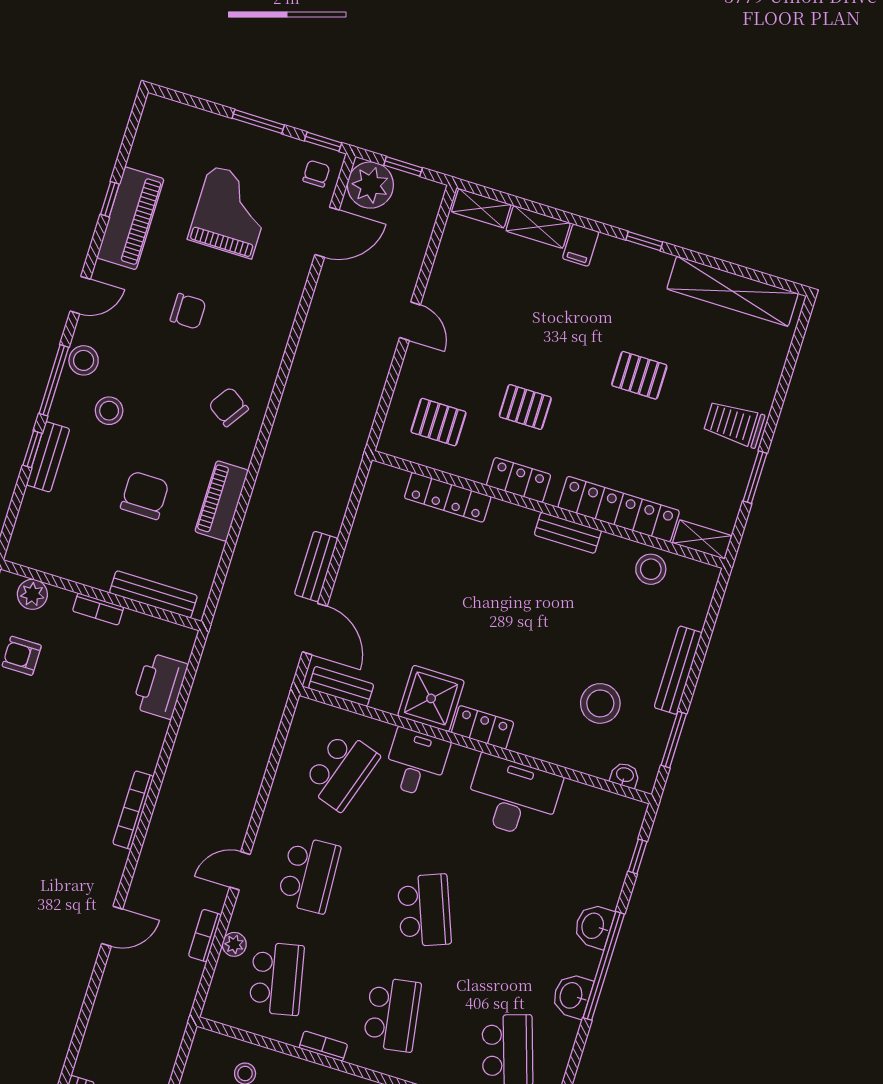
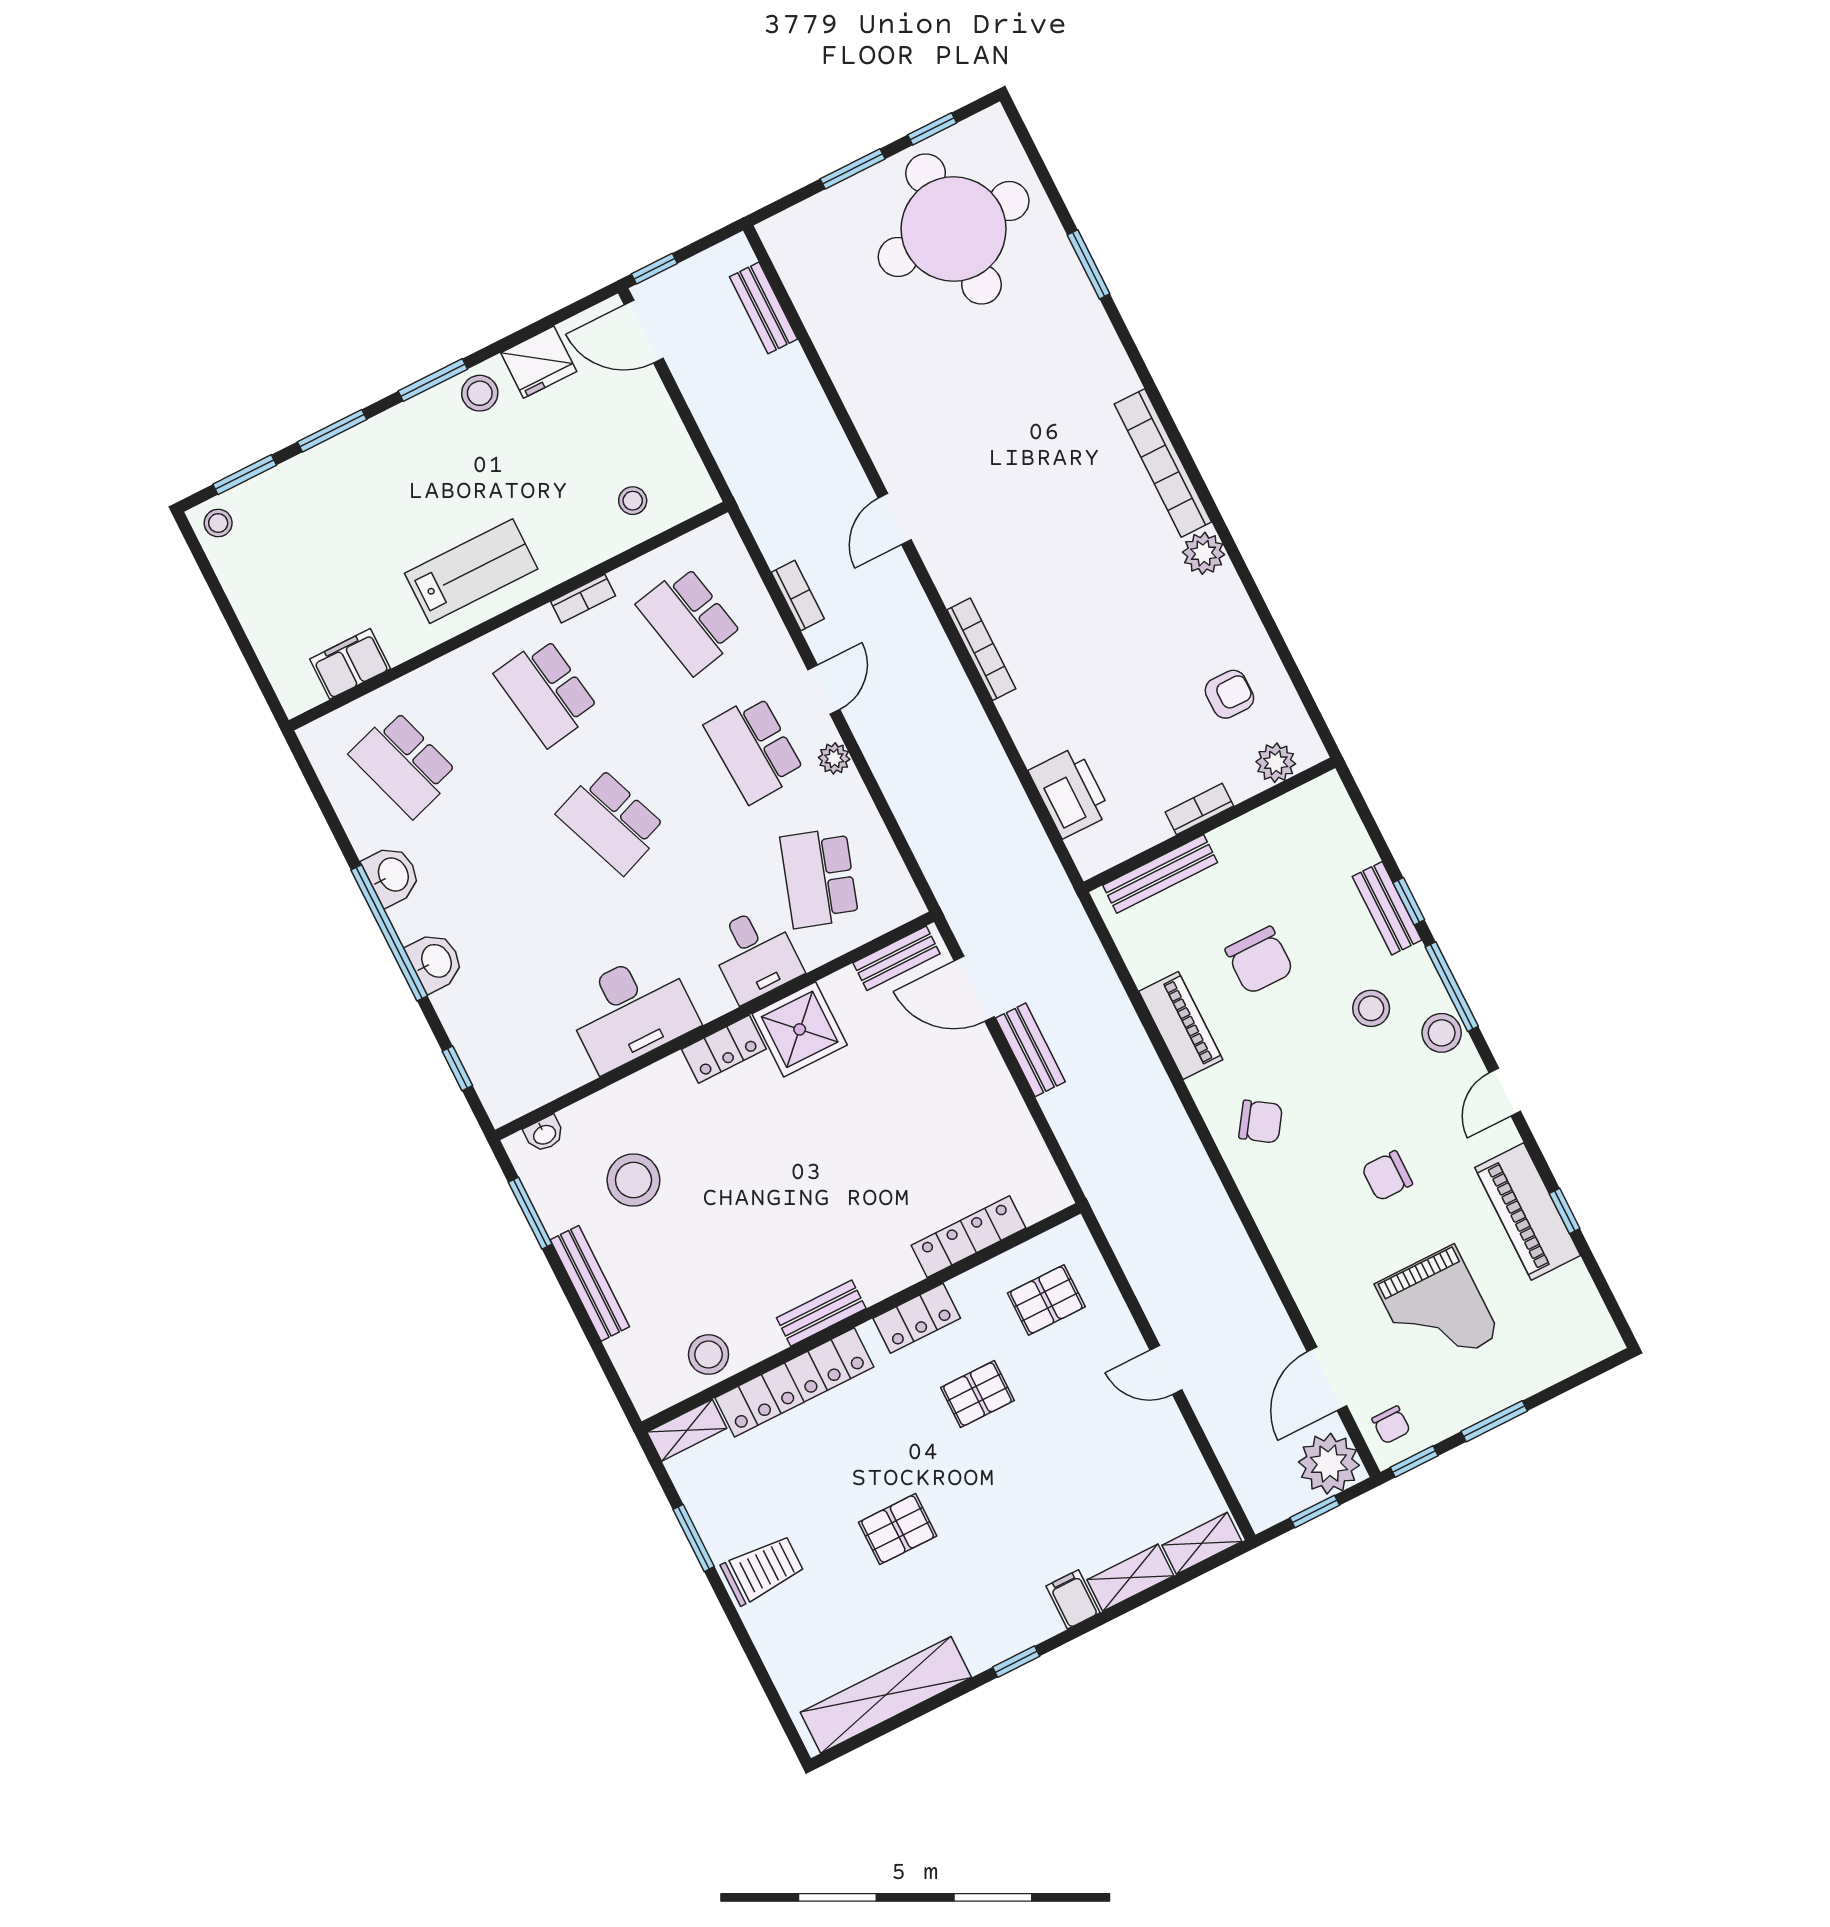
plant: (234, 944) -> (834, 758), moved

